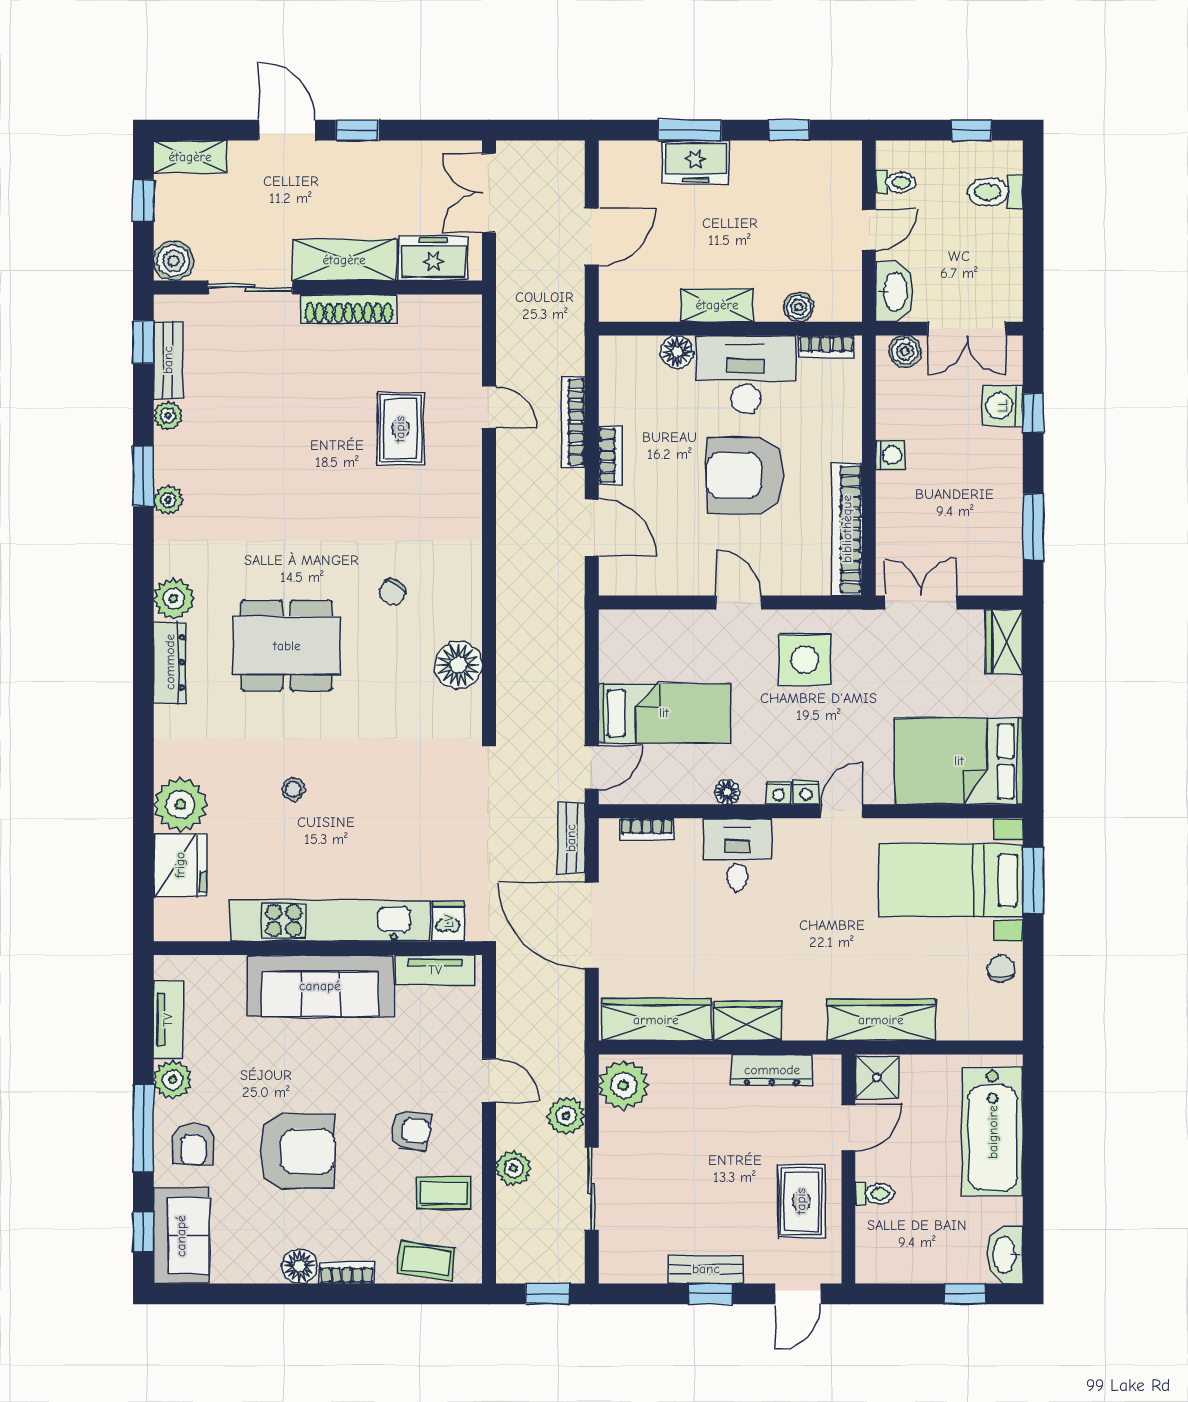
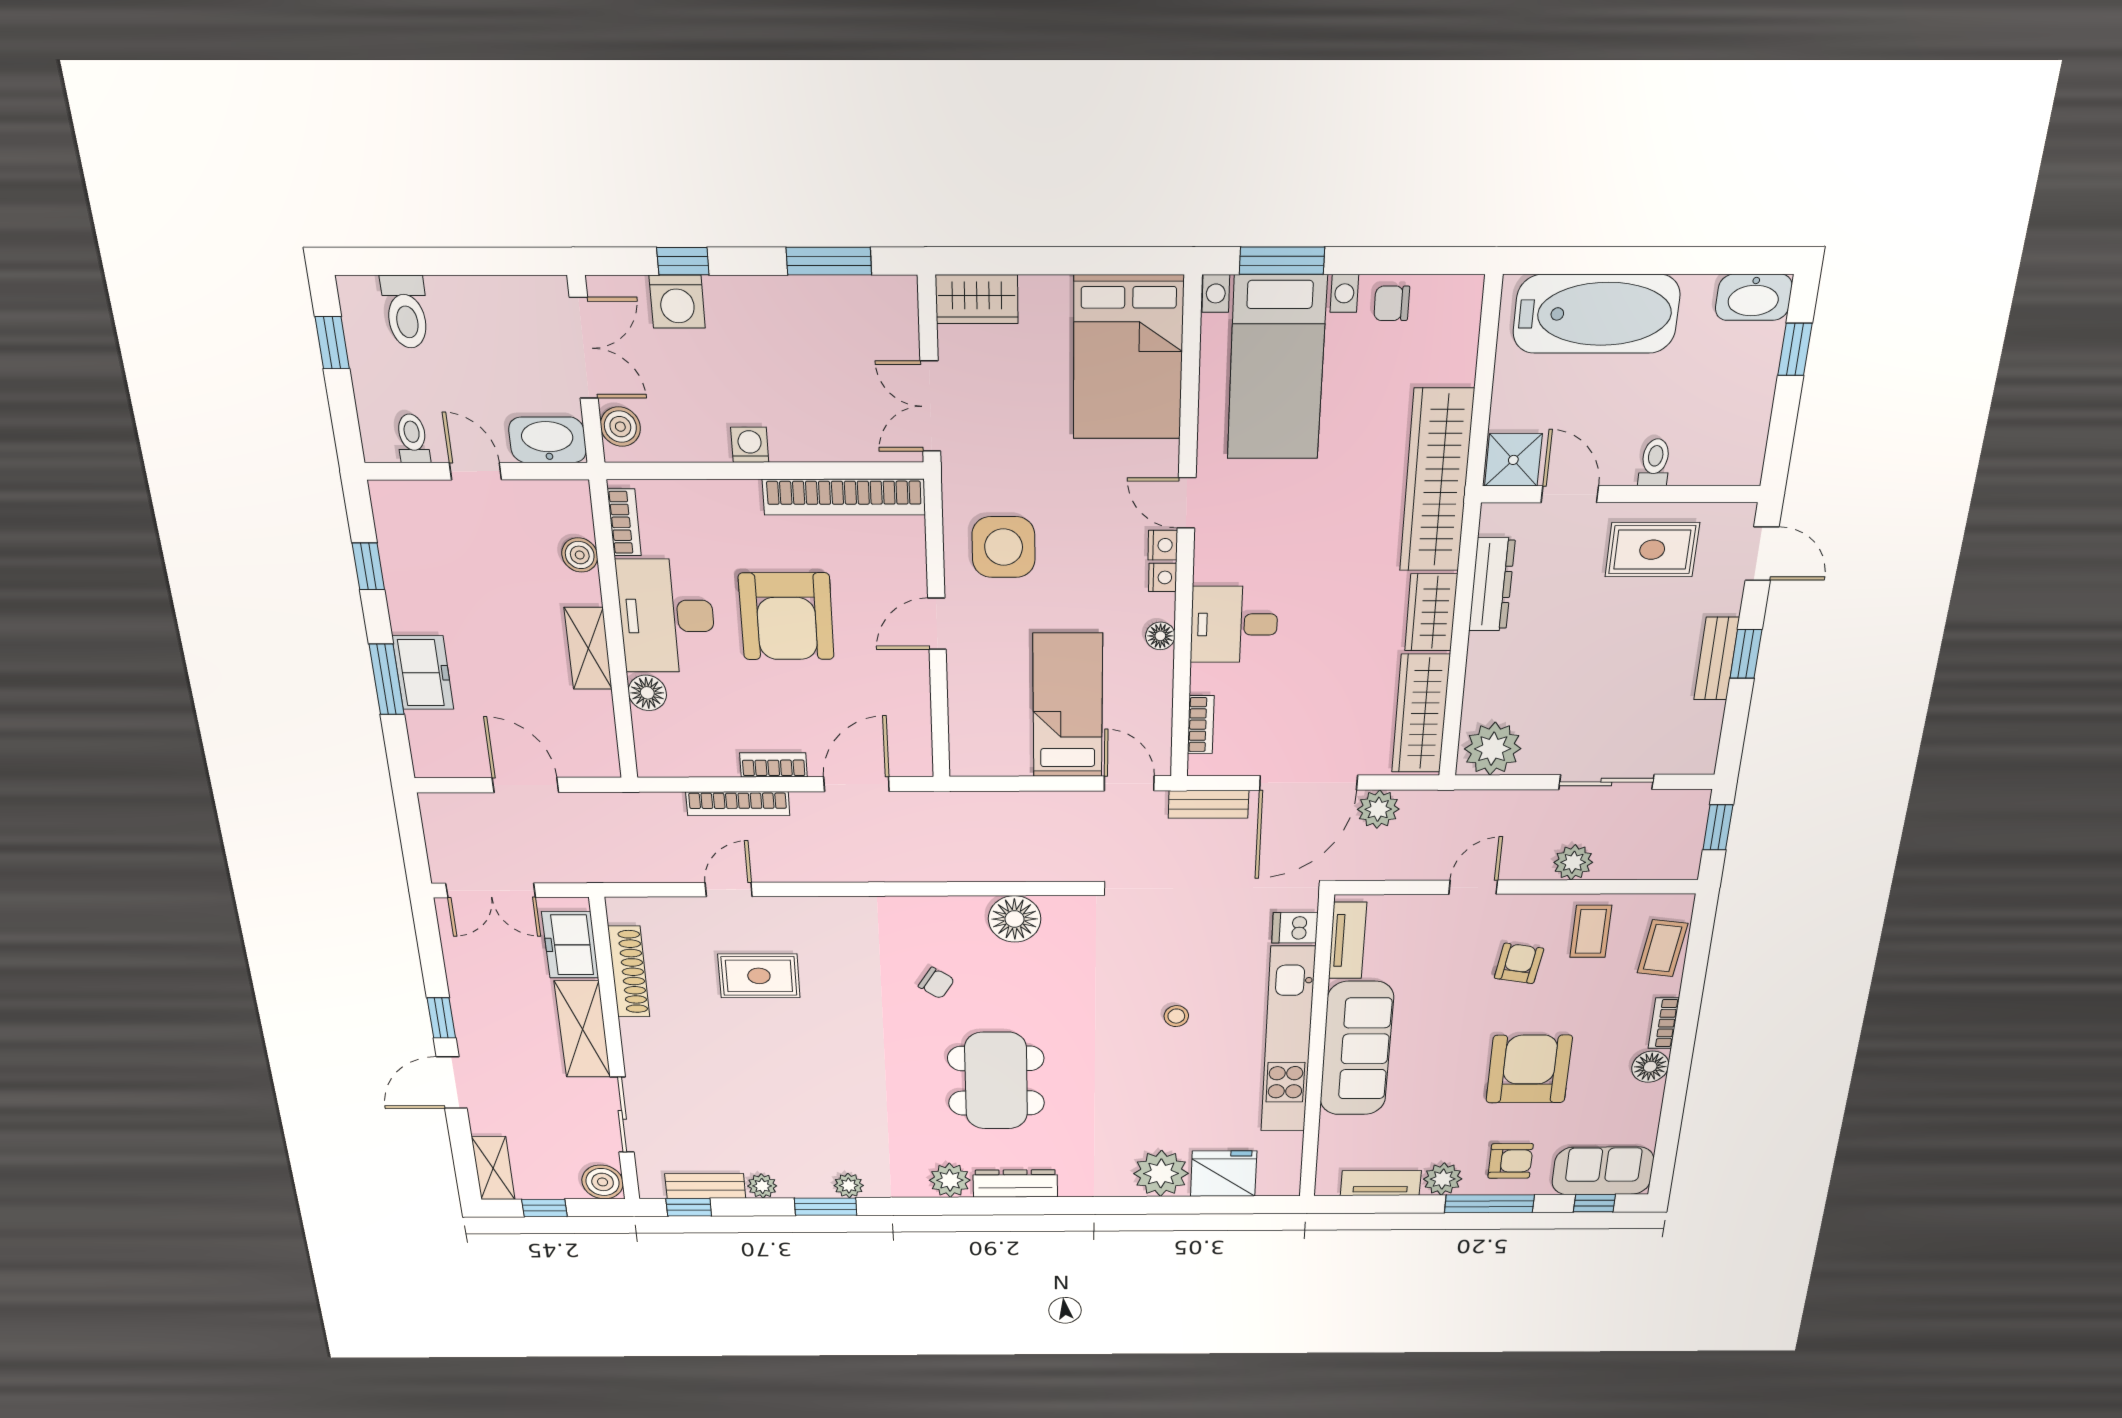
shoe rack: (349, 309) -> (629, 972), moved
stool: (293, 789) -> (1176, 1016), moved
wardrobe: (881, 1020) -> (1437, 481), width x1.40, depth x1.17
plant: (566, 1116) -> (1378, 809), moved

